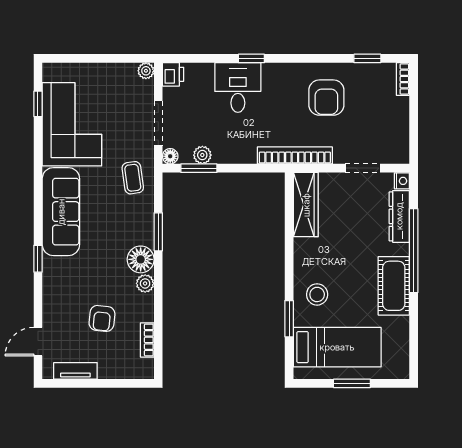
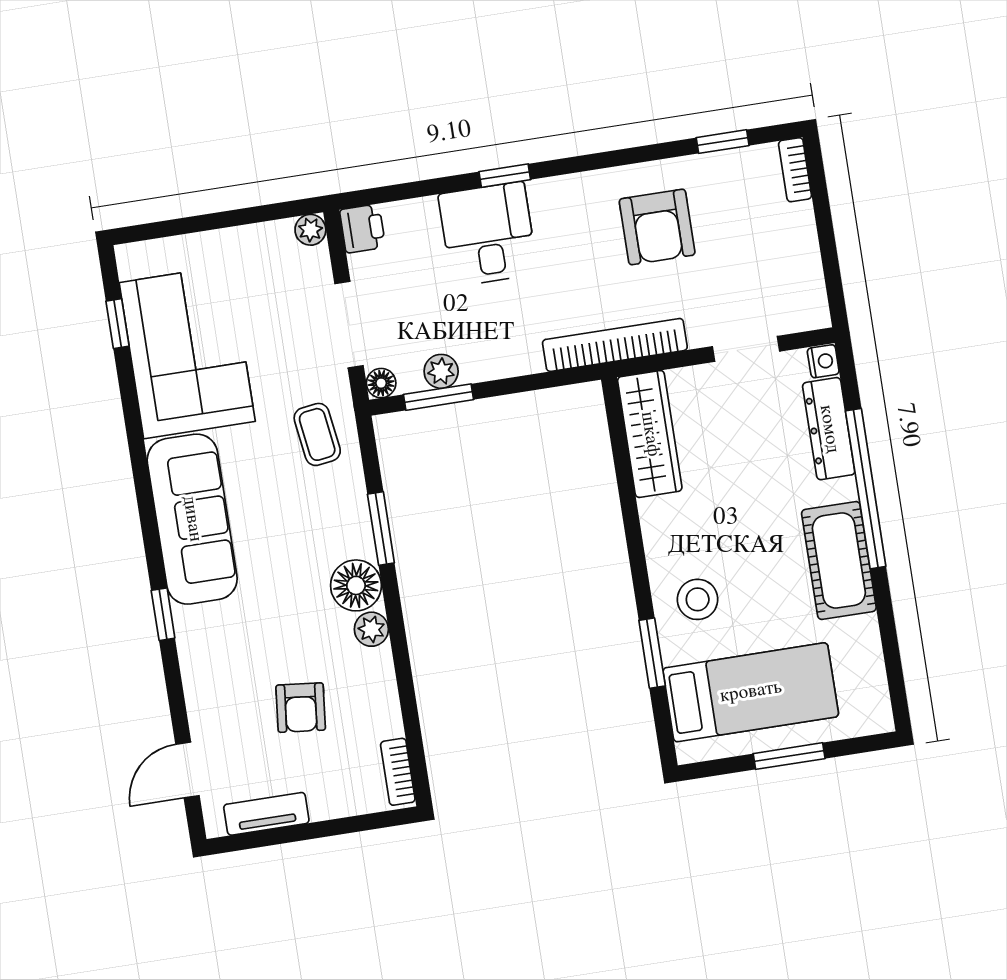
bookcase: (147, 340) -> (398, 772), moved

